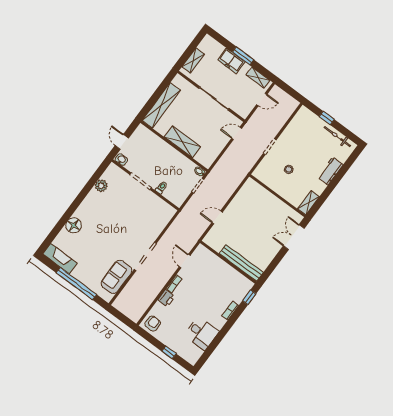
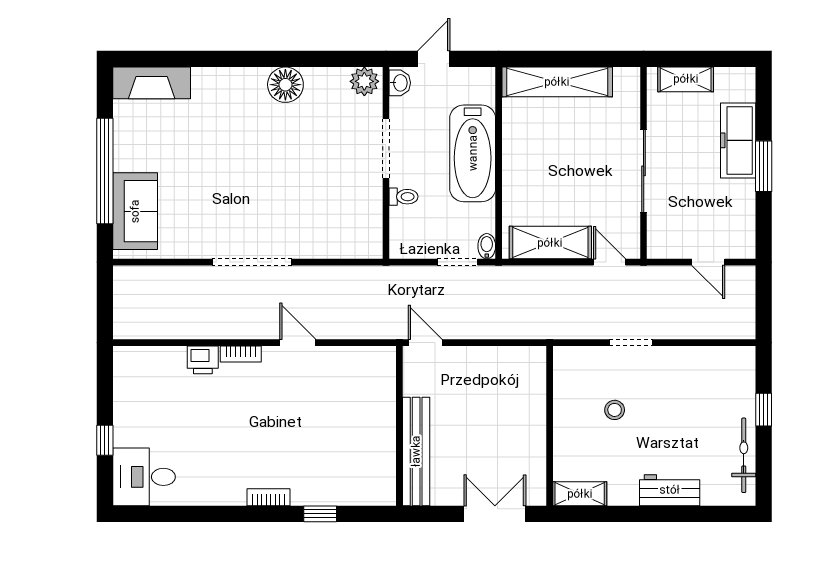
freezer: (231, 61) -> (738, 140), width x1.40
shelving: (258, 78) -> (744, 224), removed
shelving: (182, 142) -> (550, 243), moved, turned 90
bathtub: (164, 153) -> (473, 153), added
plant: (101, 186) -> (364, 81), moved
floor lamp: (74, 225) -> (285, 85), moved
fireplace: (60, 259) -> (152, 83), moved, turned 90
door: (185, 261) -> (298, 343), hinge flipped
wall: (228, 262) -> (399, 426), moved
bench: (241, 263) -> (416, 451), moved
sofa: (116, 277) -> (135, 211), moved, turned 90
armchair: (153, 324) -> (136, 370), removed
desk: (201, 333) -> (144, 477), moved, turned 90

